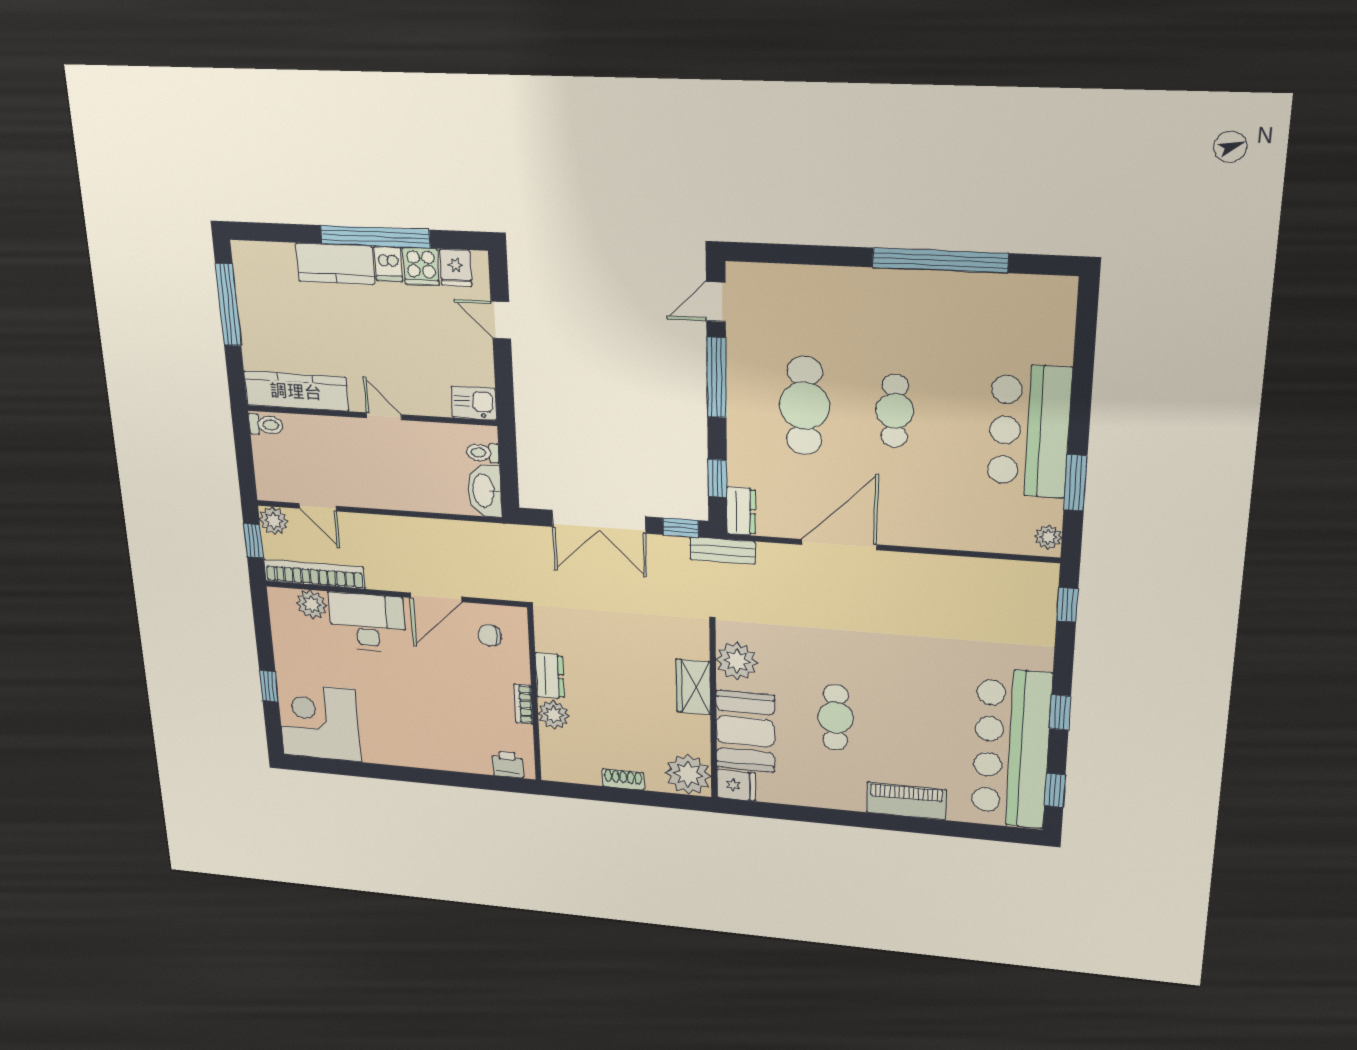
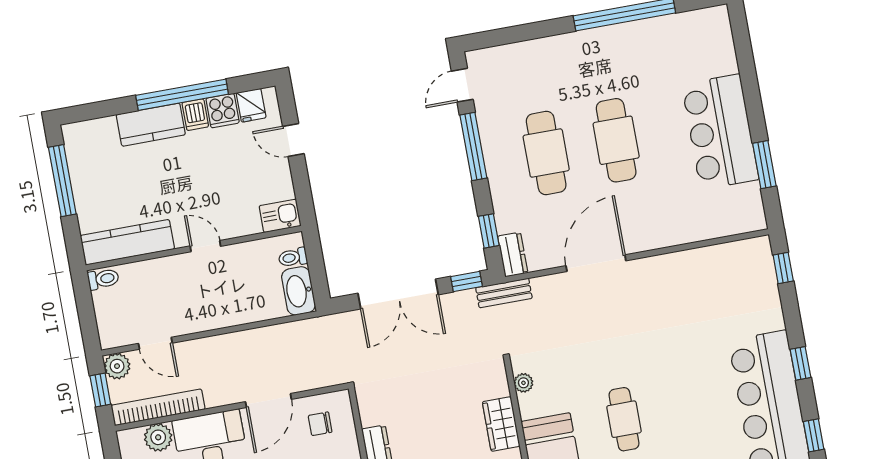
cafe table: (895, 411) -> (616, 140), width x1.37, depth x1.35
plant: (1048, 537) -> (755, 215), removed
plant: (737, 661) -> (523, 383), width x0.53, depth x0.53

